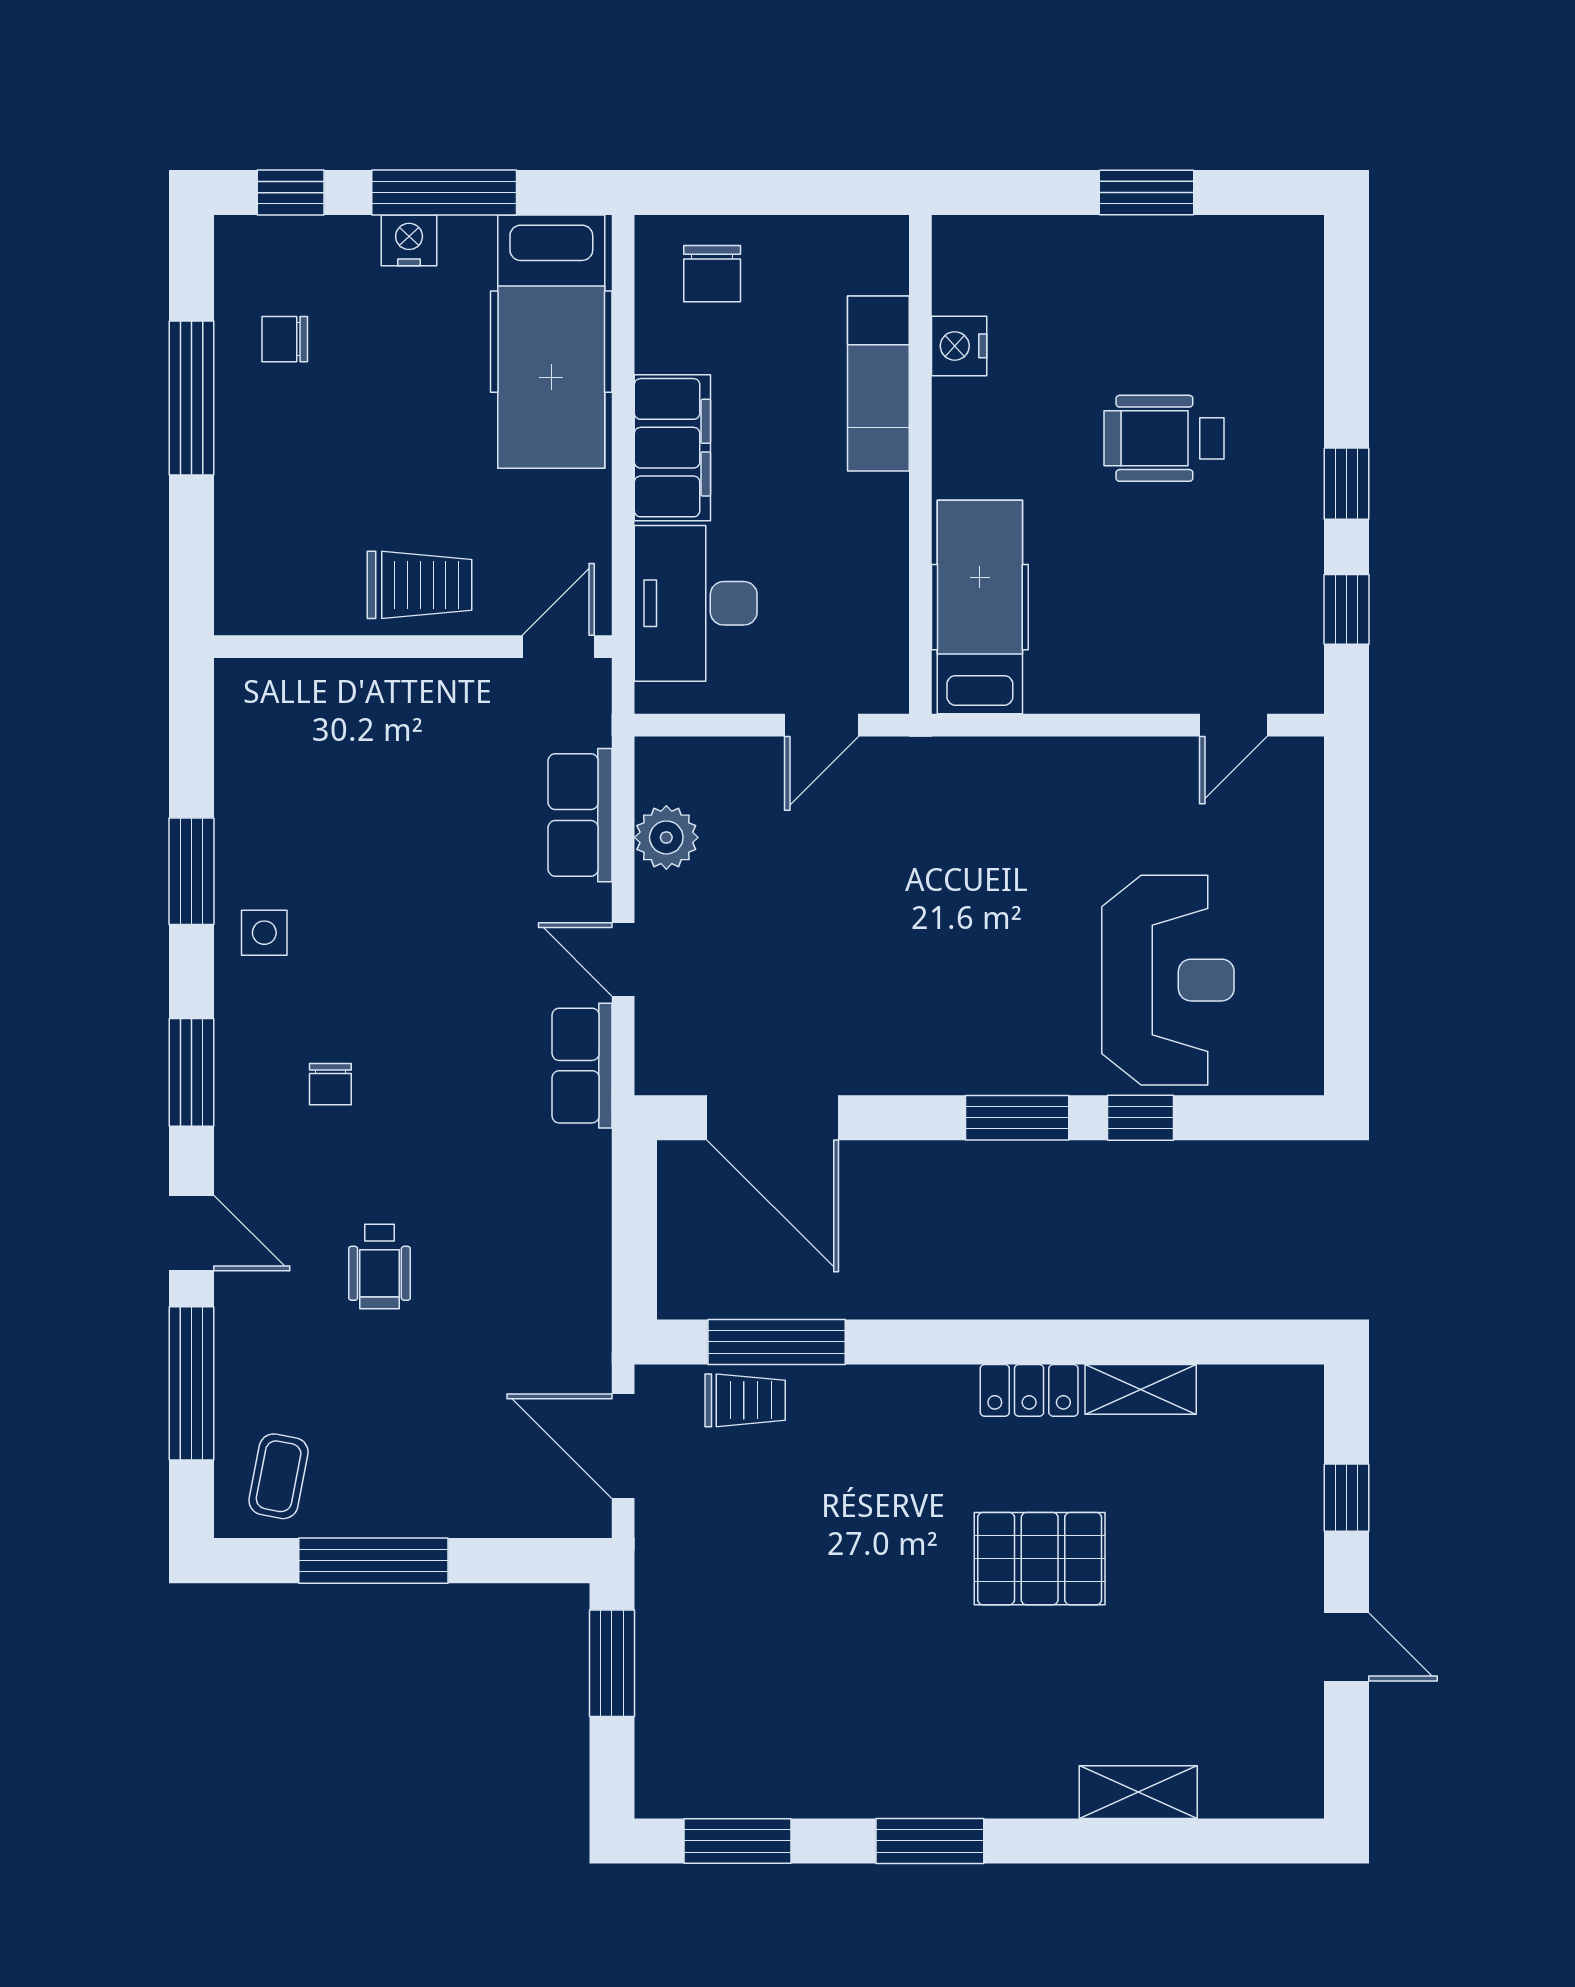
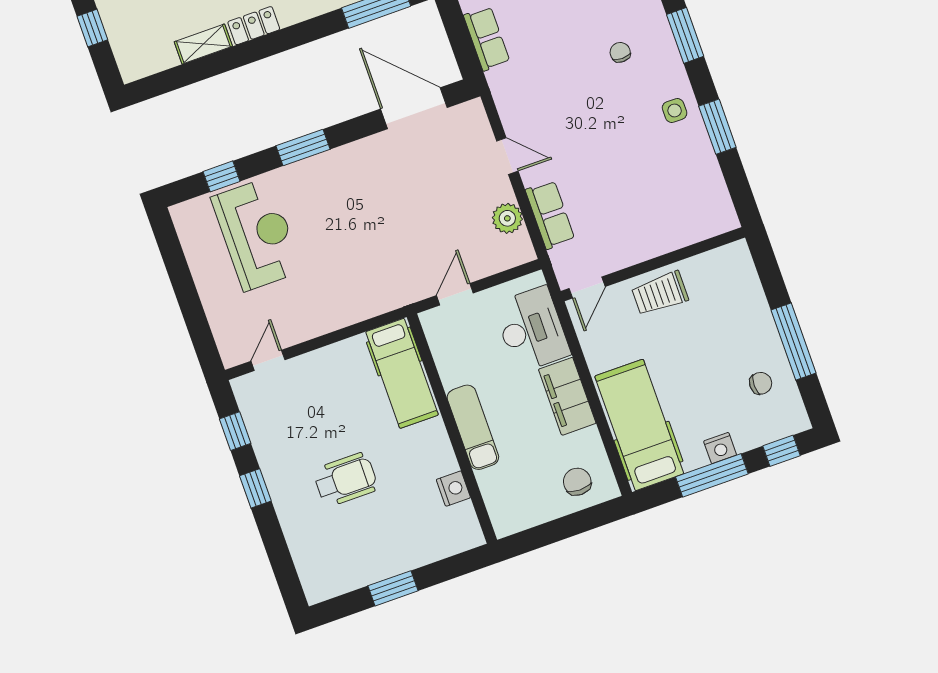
exam couch: (878, 384) -> (473, 427), moved
reception desk: (1168, 980) -> (257, 234), turned 180
row of seats: (582, 1066) -> (487, 39), moved
window: (1140, 1118) -> (221, 176), moved

